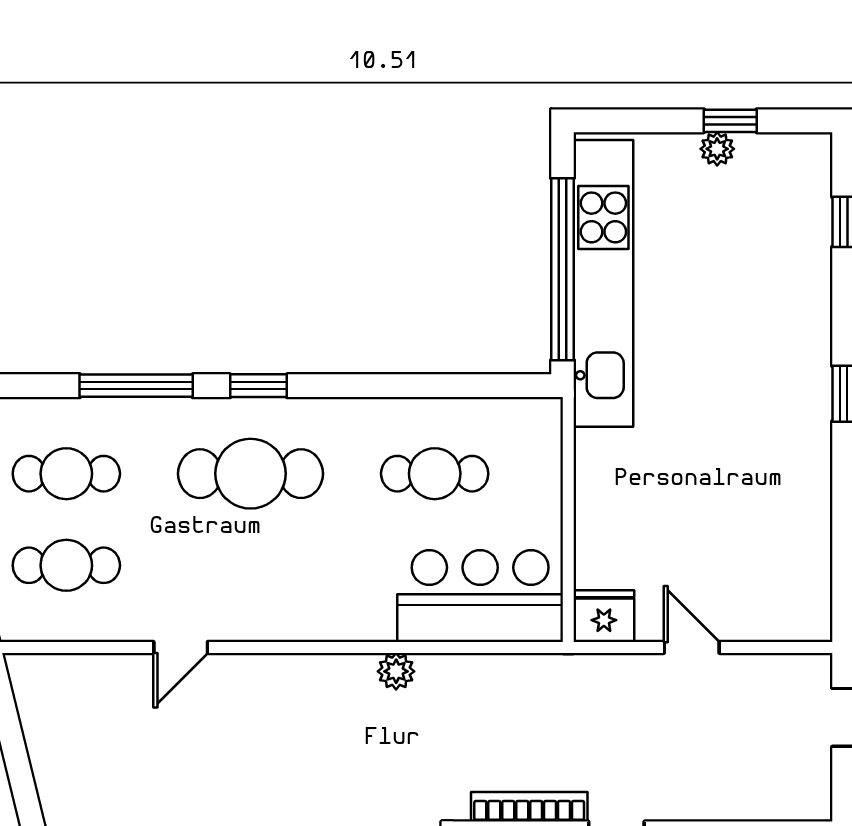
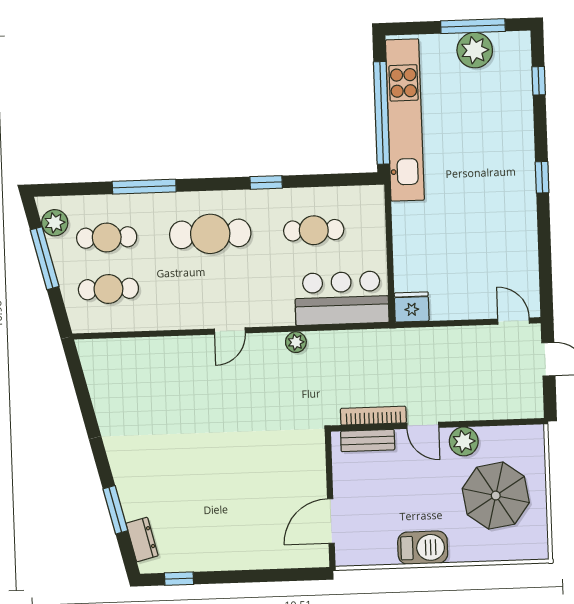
window: (730, 121) -> (473, 26), width x2.17
plant: (717, 149) -> (475, 50), width x1.87, depth x1.87
window: (259, 386) -> (266, 182), moved
door: (181, 647) -> (230, 331), moved
door: (692, 647) -> (514, 321), moved

